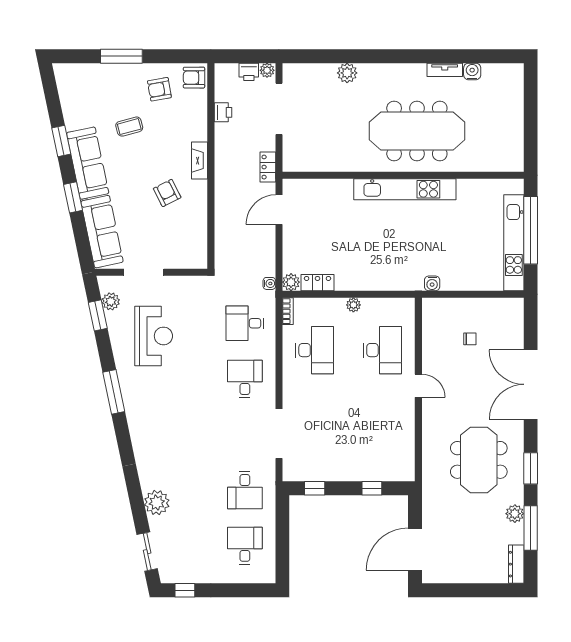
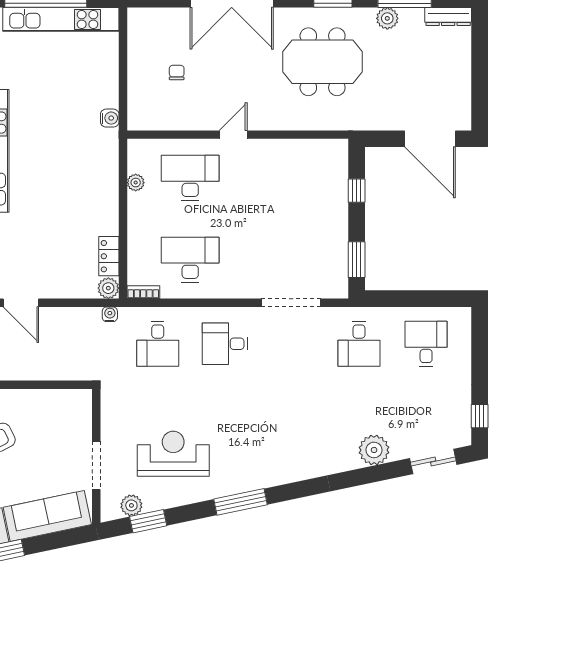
plant: (353, 305) -> (136, 183), moved
window: (315, 488) -> (357, 260), width x1.50
desk: (245, 490) -> (359, 344), turned 90
desk: (245, 546) -> (426, 344), turned 90

